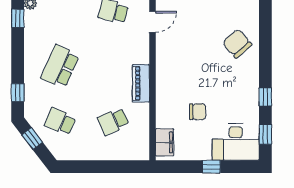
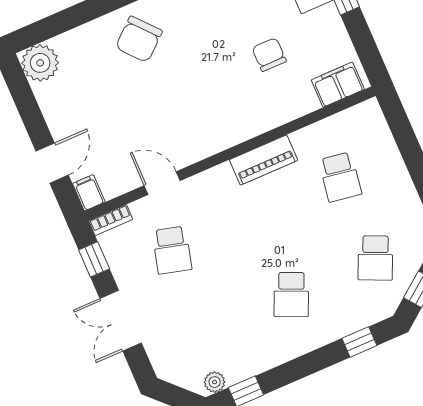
school desk: (60, 66) -> (291, 295), width x0.54
school desk: (113, 122) -> (340, 177), turned 33

